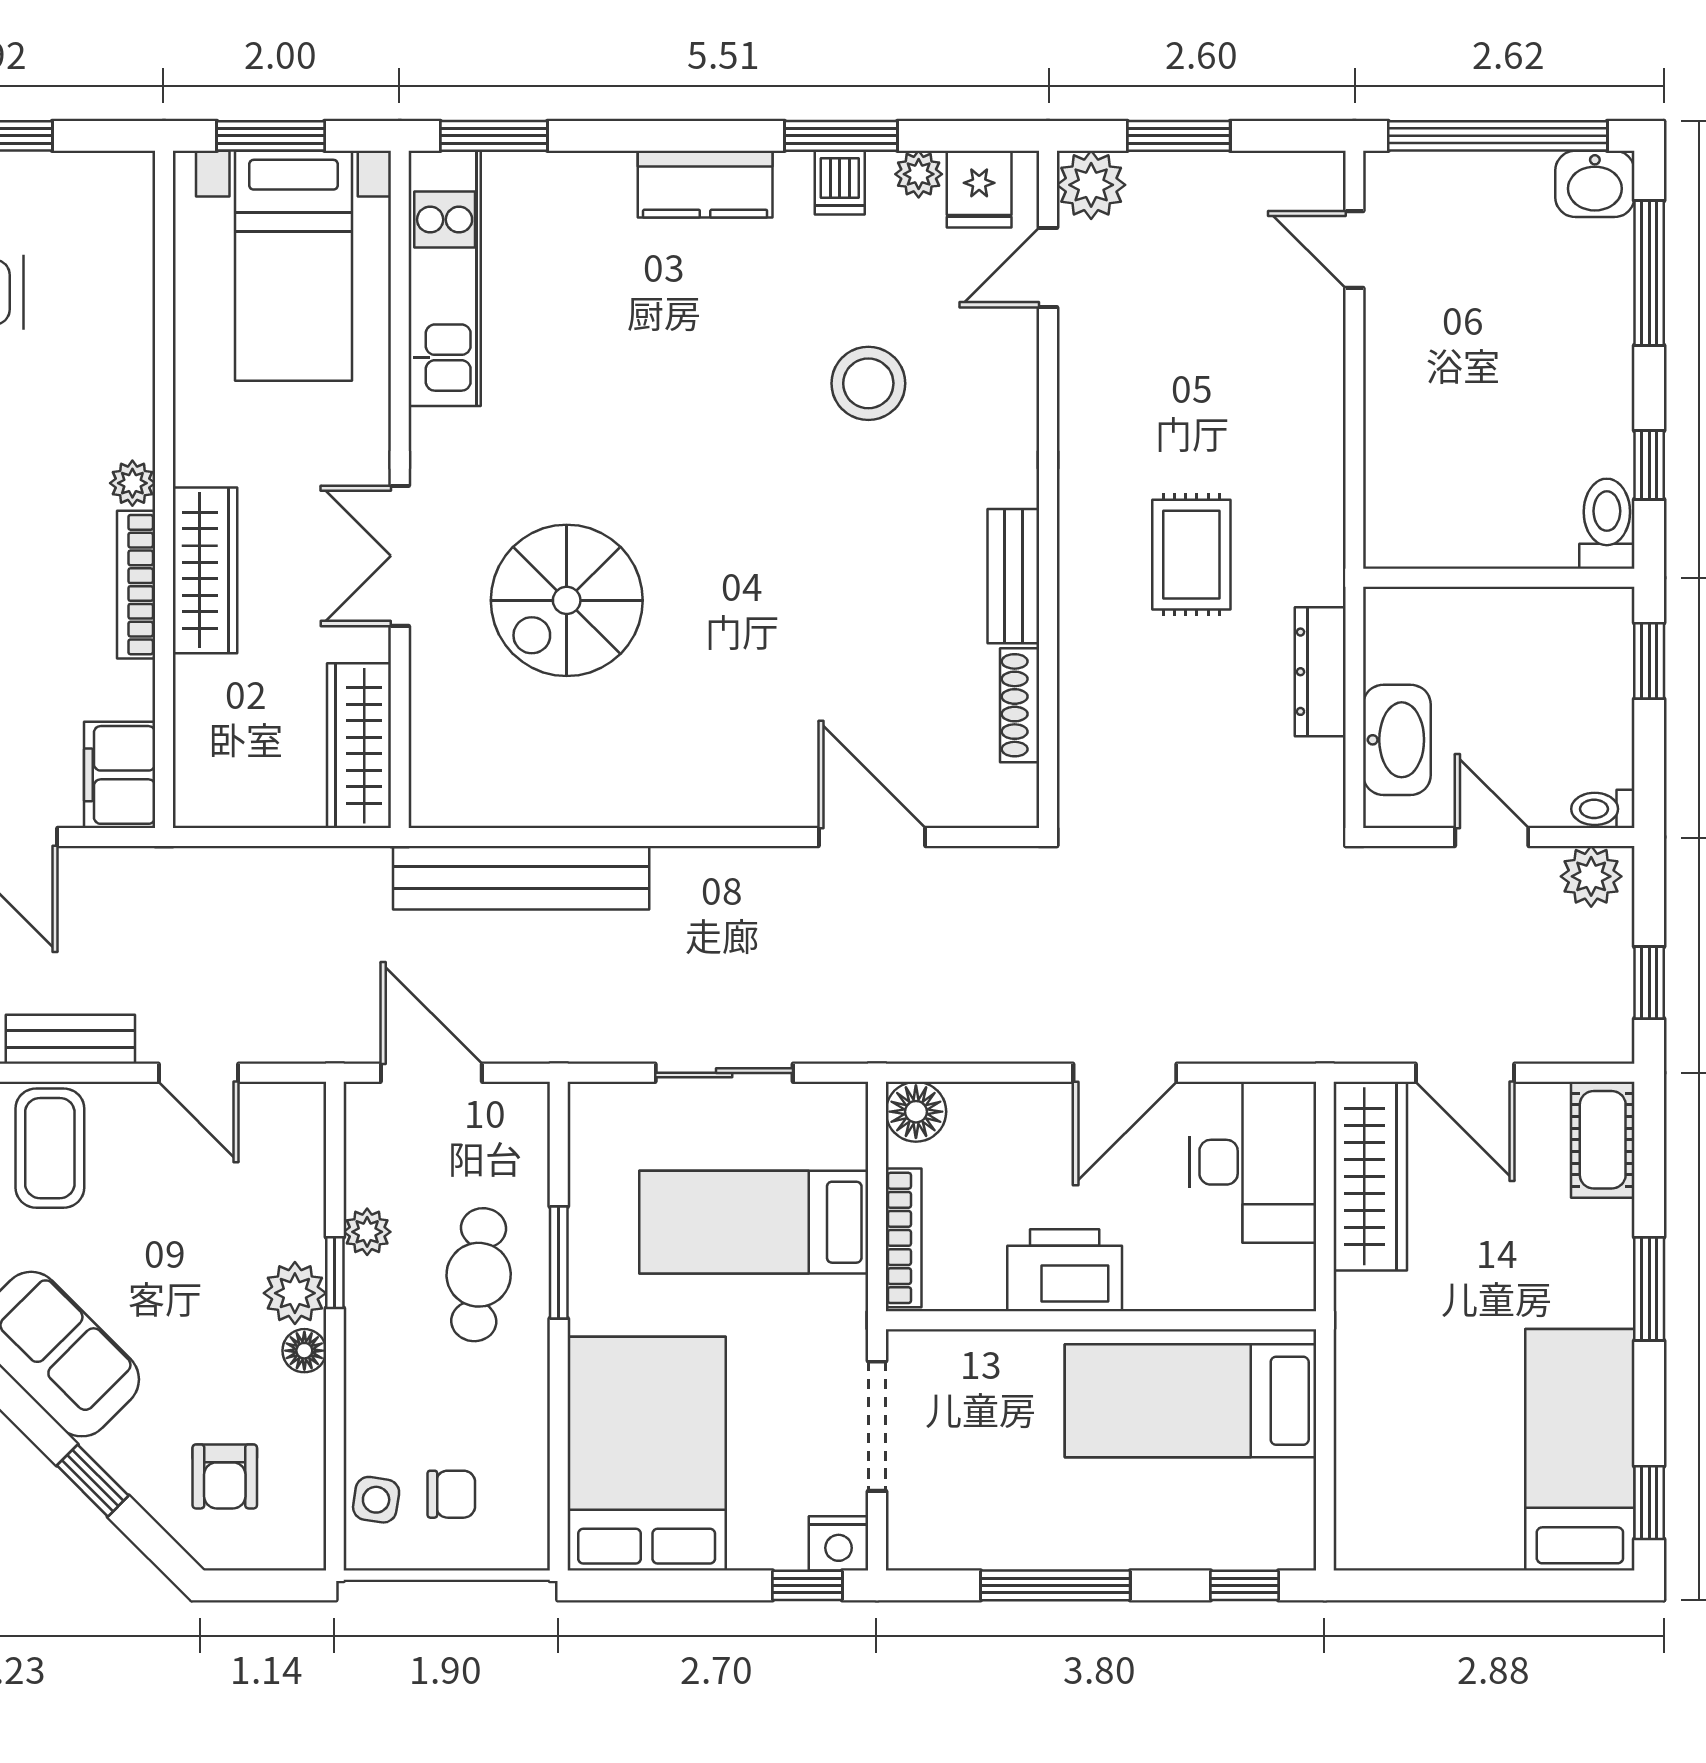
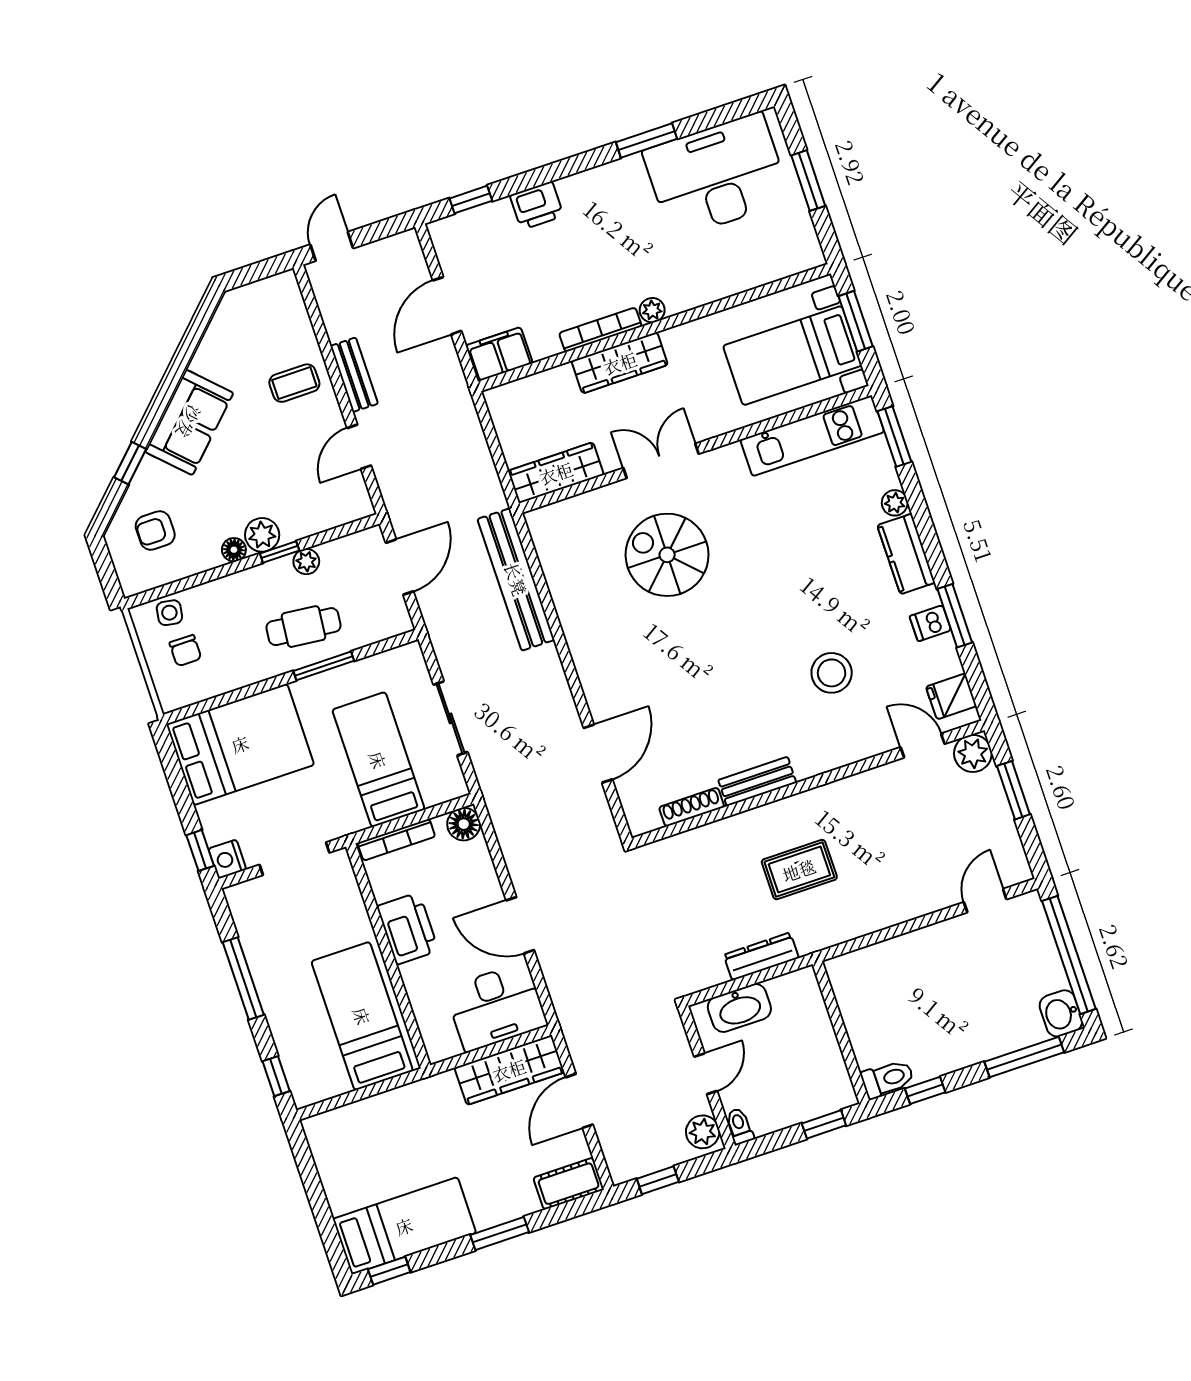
plant: (919, 174) -> (895, 503), moved
coffee table: (50, 1148) -> (294, 383), width x0.73, depth x0.77

